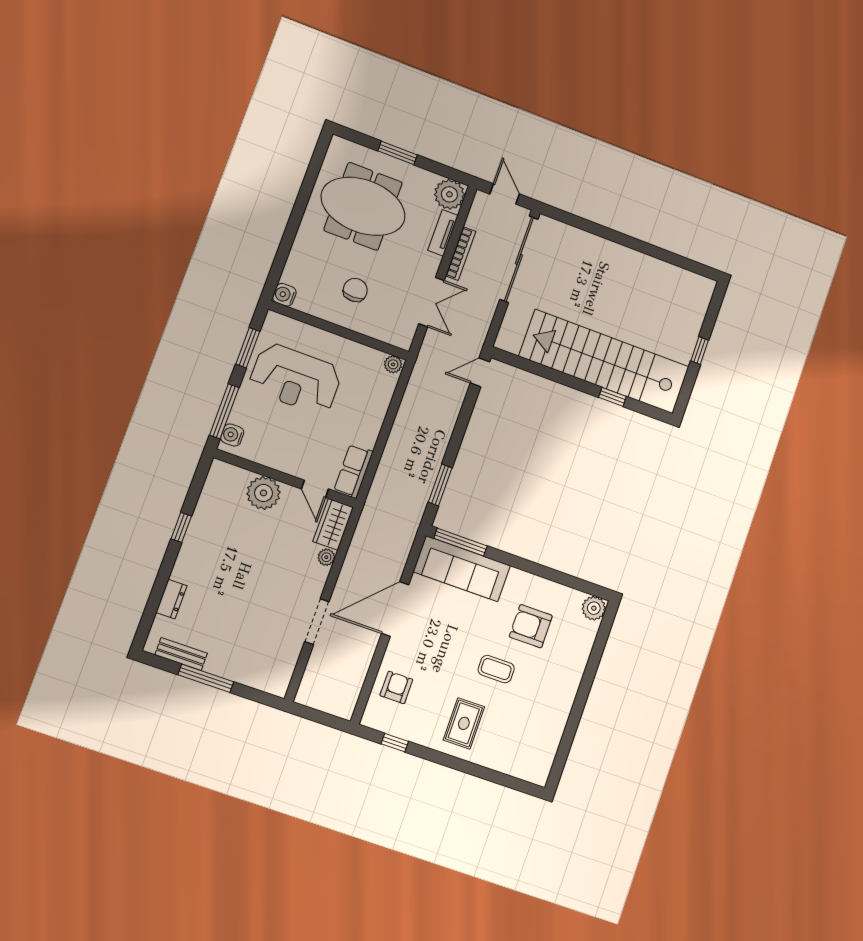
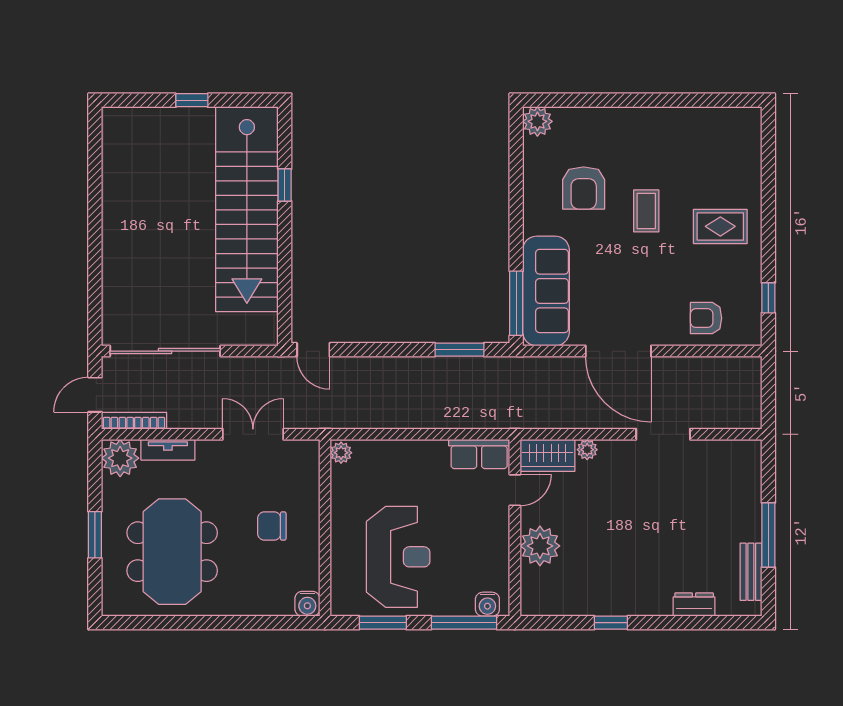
bookcase: (461, 254) -> (134, 421), moved

